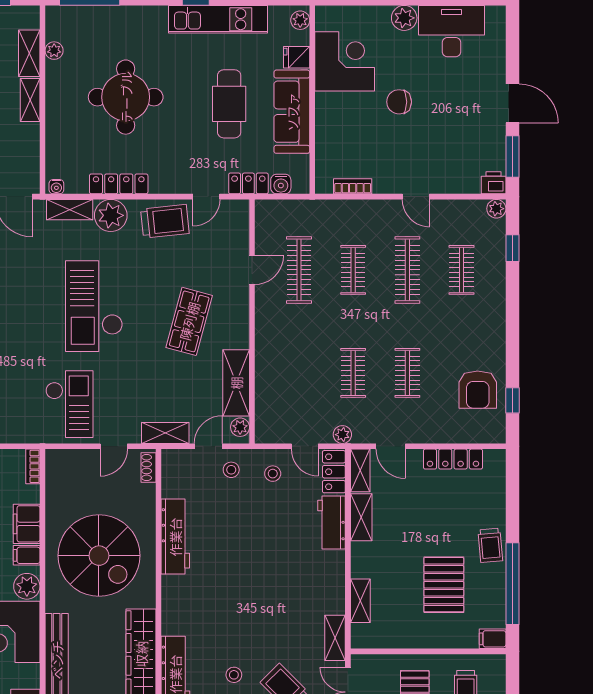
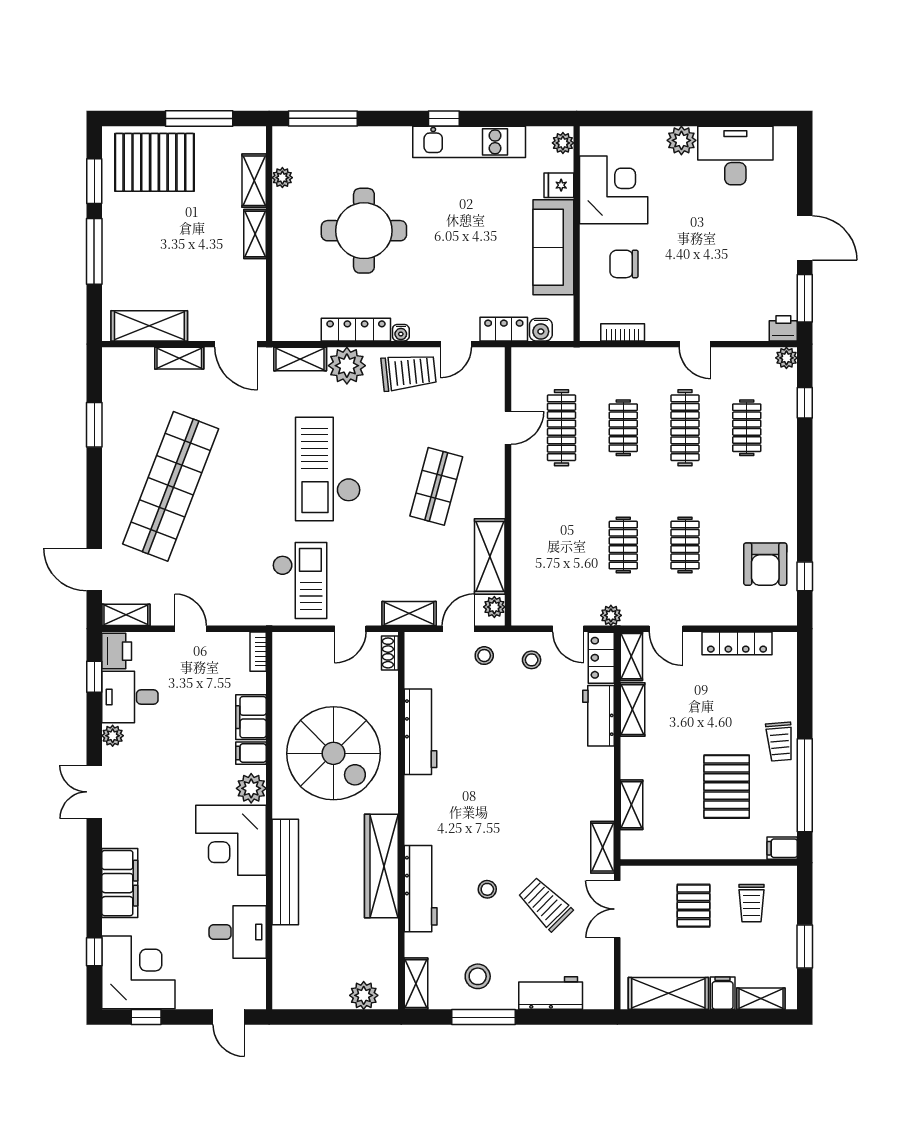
chair: (399, 102) -> (624, 264), moved
cafe table: (229, 104) -> (482, 238), removed
water cooler: (56, 187) -> (401, 333), moved

